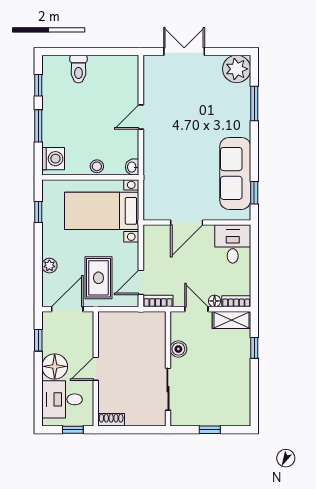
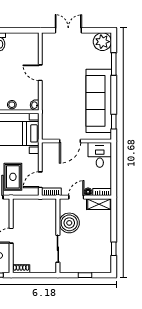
door: (141, 117) -> (40, 73), hinge flipped
sofa: (235, 173) -> (99, 101), width x1.36, depth x1.27
door: (196, 309) -> (76, 197), hinge flipped
window: (254, 348) -> (114, 249), moved
boiler: (178, 349) -> (69, 223), width x1.86, depth x1.86

